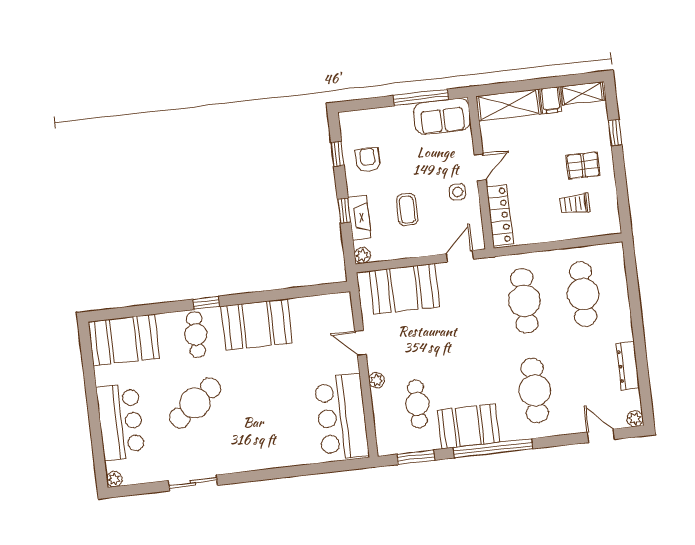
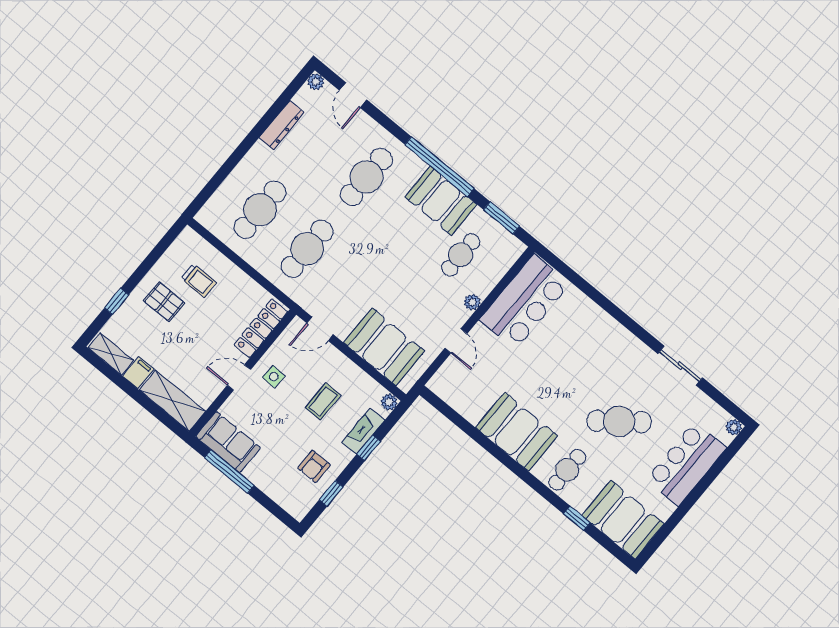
window: (206, 303) -> (577, 518), moved

